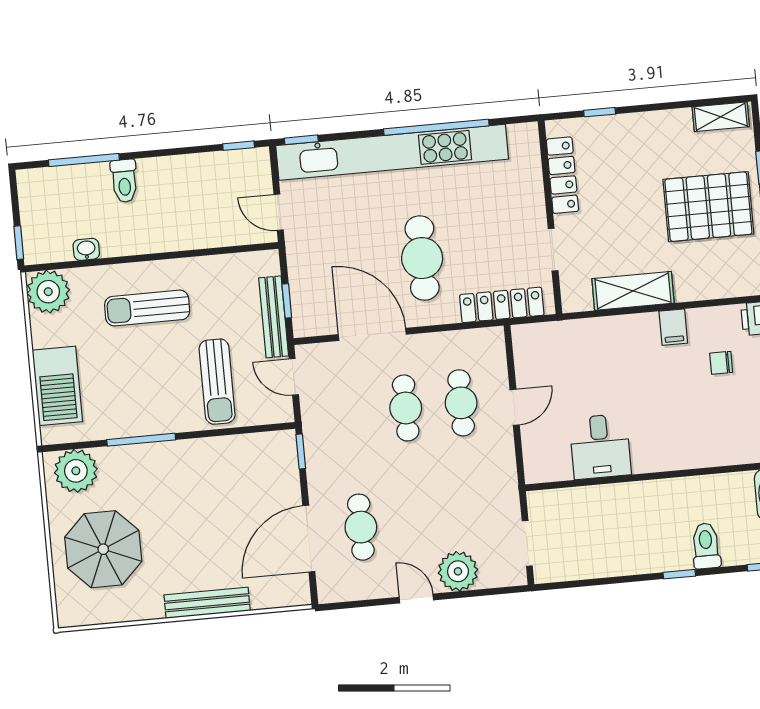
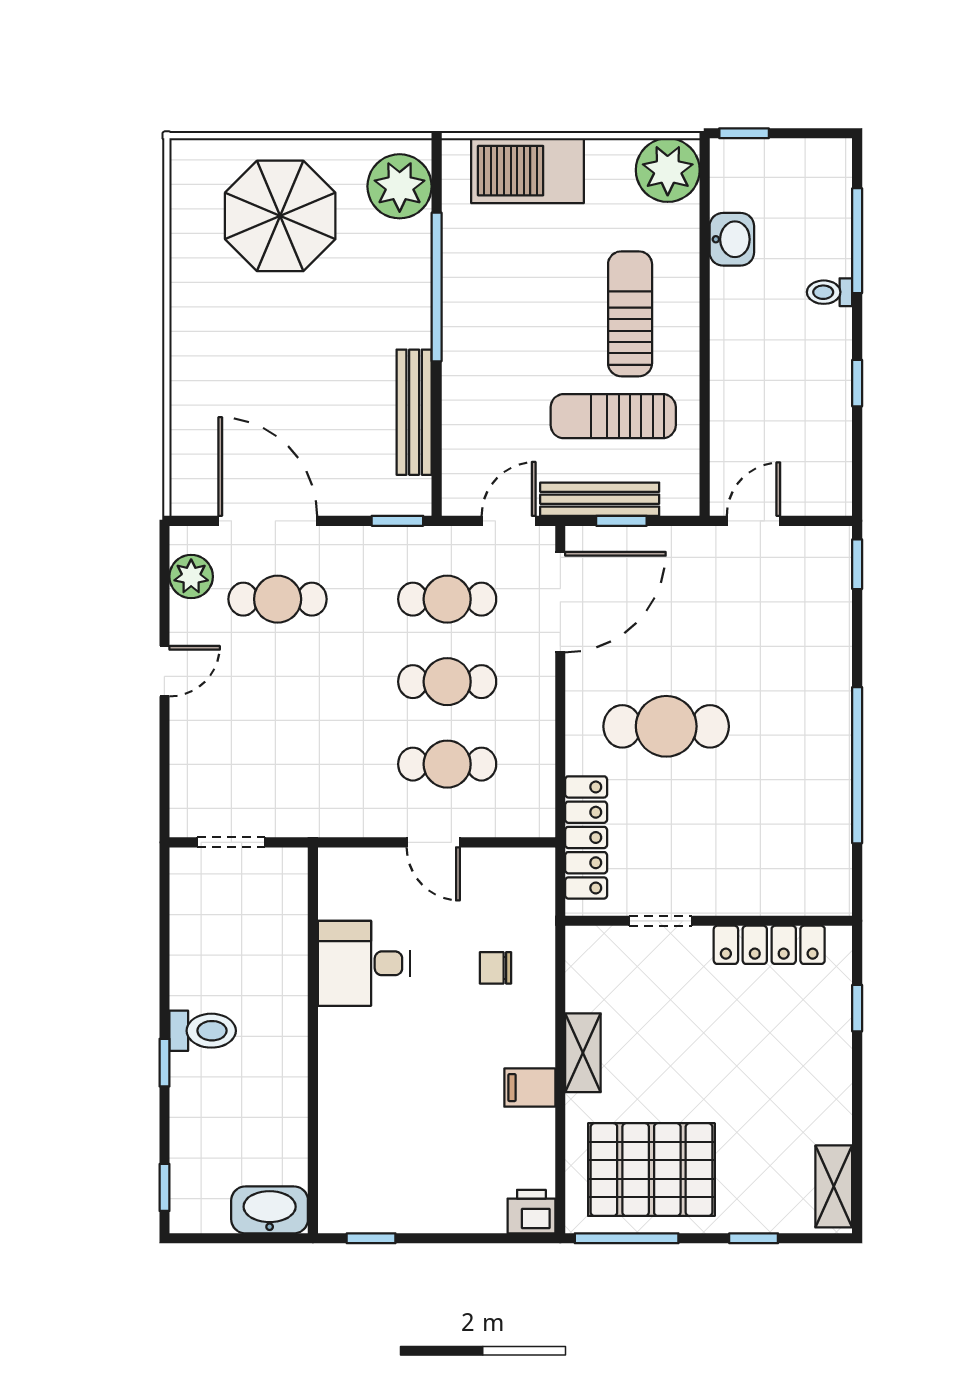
window: (239, 146) -> (857, 383), moved
kitchen unit: (392, 152) -> (826, 697), removed
toilet: (124, 181) -> (830, 292), width x0.73, depth x0.72
pallet: (708, 207) -> (651, 1170), moved, turned 90
washbasin: (86, 249) -> (732, 239), width x1.38, depth x1.45
shelving: (633, 291) -> (583, 1053), width x0.67, depth x0.75
door: (372, 334) -> (560, 602), moved
chair: (721, 363) -> (495, 968), moved, turned -90
sun lounger: (217, 382) -> (613, 416), moved
cafe table: (350, 413) -> (447, 599), added
window: (141, 440) -> (437, 287), width x1.46
toilet: (706, 546) -> (203, 1031), moved
plant: (458, 571) -> (191, 577), moved, width x0.73, depth x0.73
bench: (207, 603) -> (414, 412), moved

